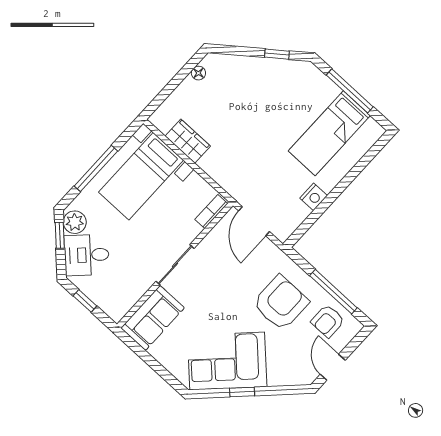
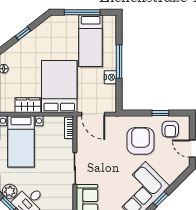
window: (277, 54) -> (23, 33), moved
bed: (244, 153) -> (59, 87), added
window: (340, 188) -> (119, 61), added
window: (333, 292) -> (160, 113), width x0.46

